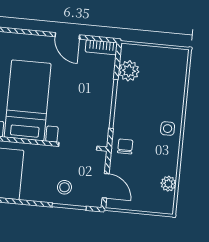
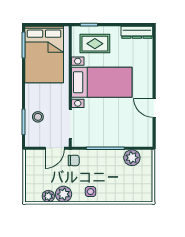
door: (67, 36) -> (154, 108), hinge flipped
bookcase: (101, 47) -> (148, 135), removed
plant: (168, 164) -> (64, 194), added
door: (106, 186) -> (55, 148), moved

